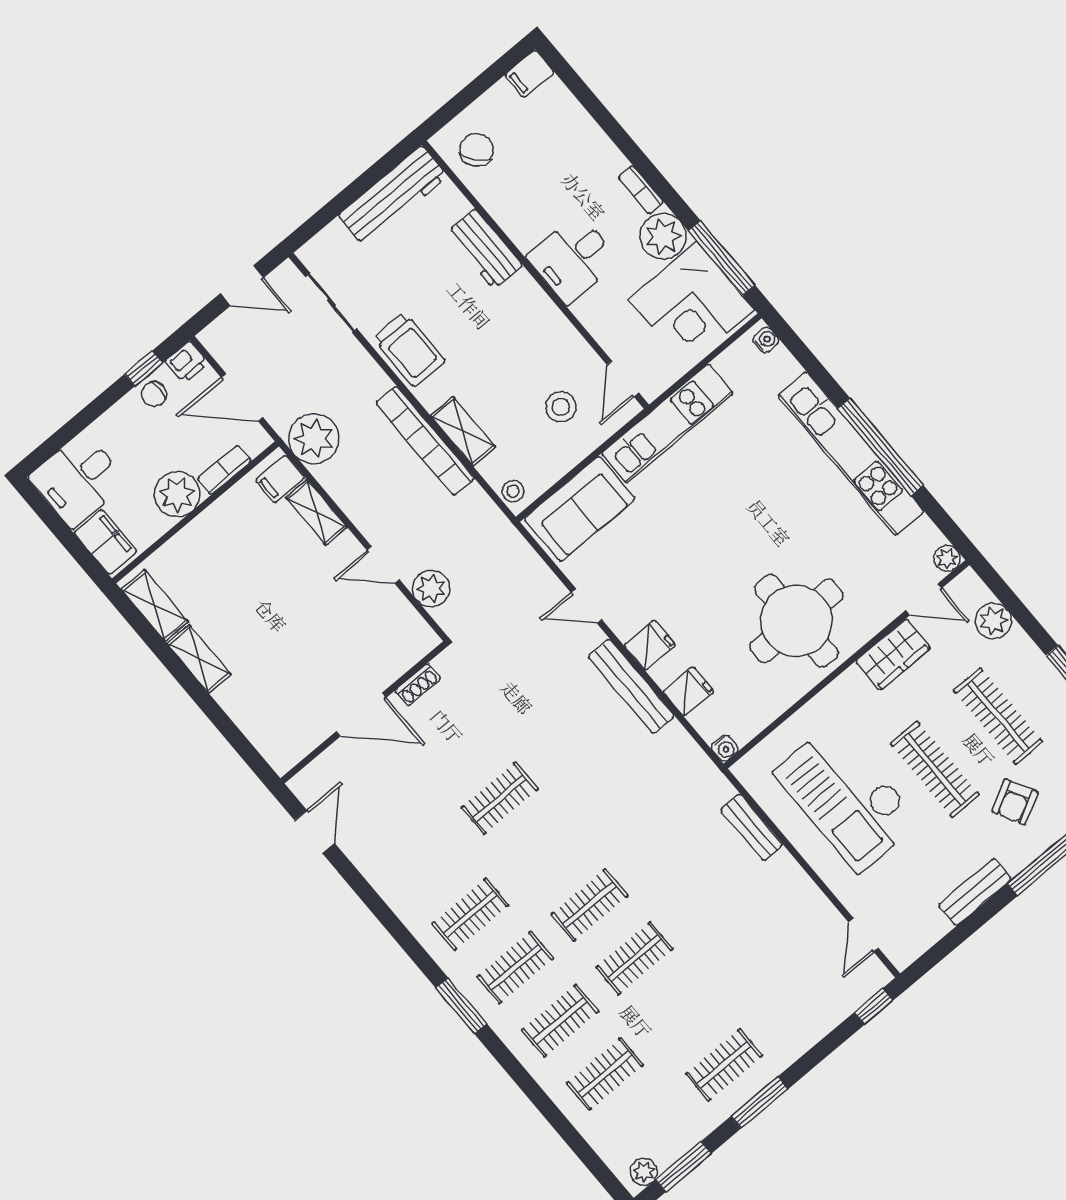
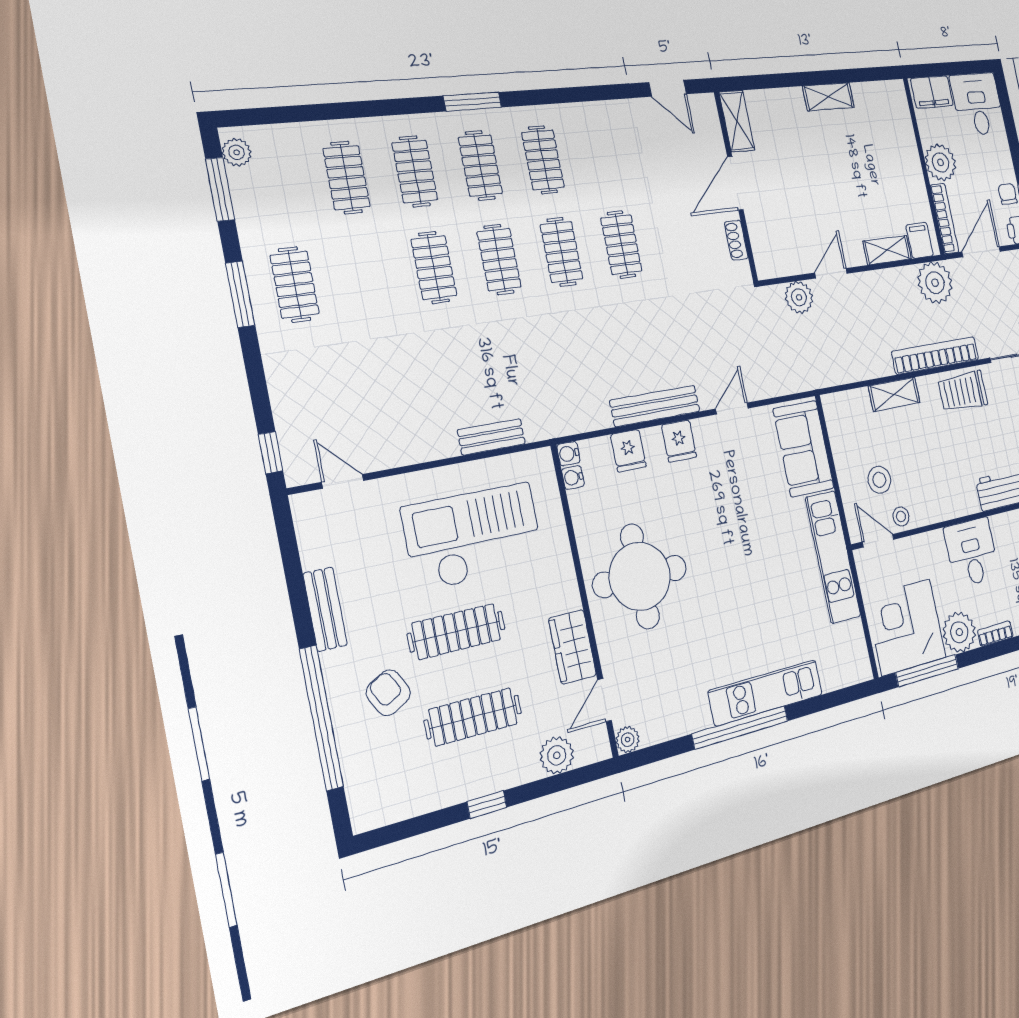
water cooler: (766, 340) -> (573, 478), moved, turned 90
bookcase: (425, 441) -> (935, 355), moved
kitchen unit: (851, 454) -> (766, 693), width x0.73
bookcase: (224, 470) -> (945, 218), width x1.56
stool: (513, 491) -> (901, 516), moved
shelving: (155, 605) -> (737, 121), moved, turned 90
clothes rail: (545, 852) -> (562, 252), added

